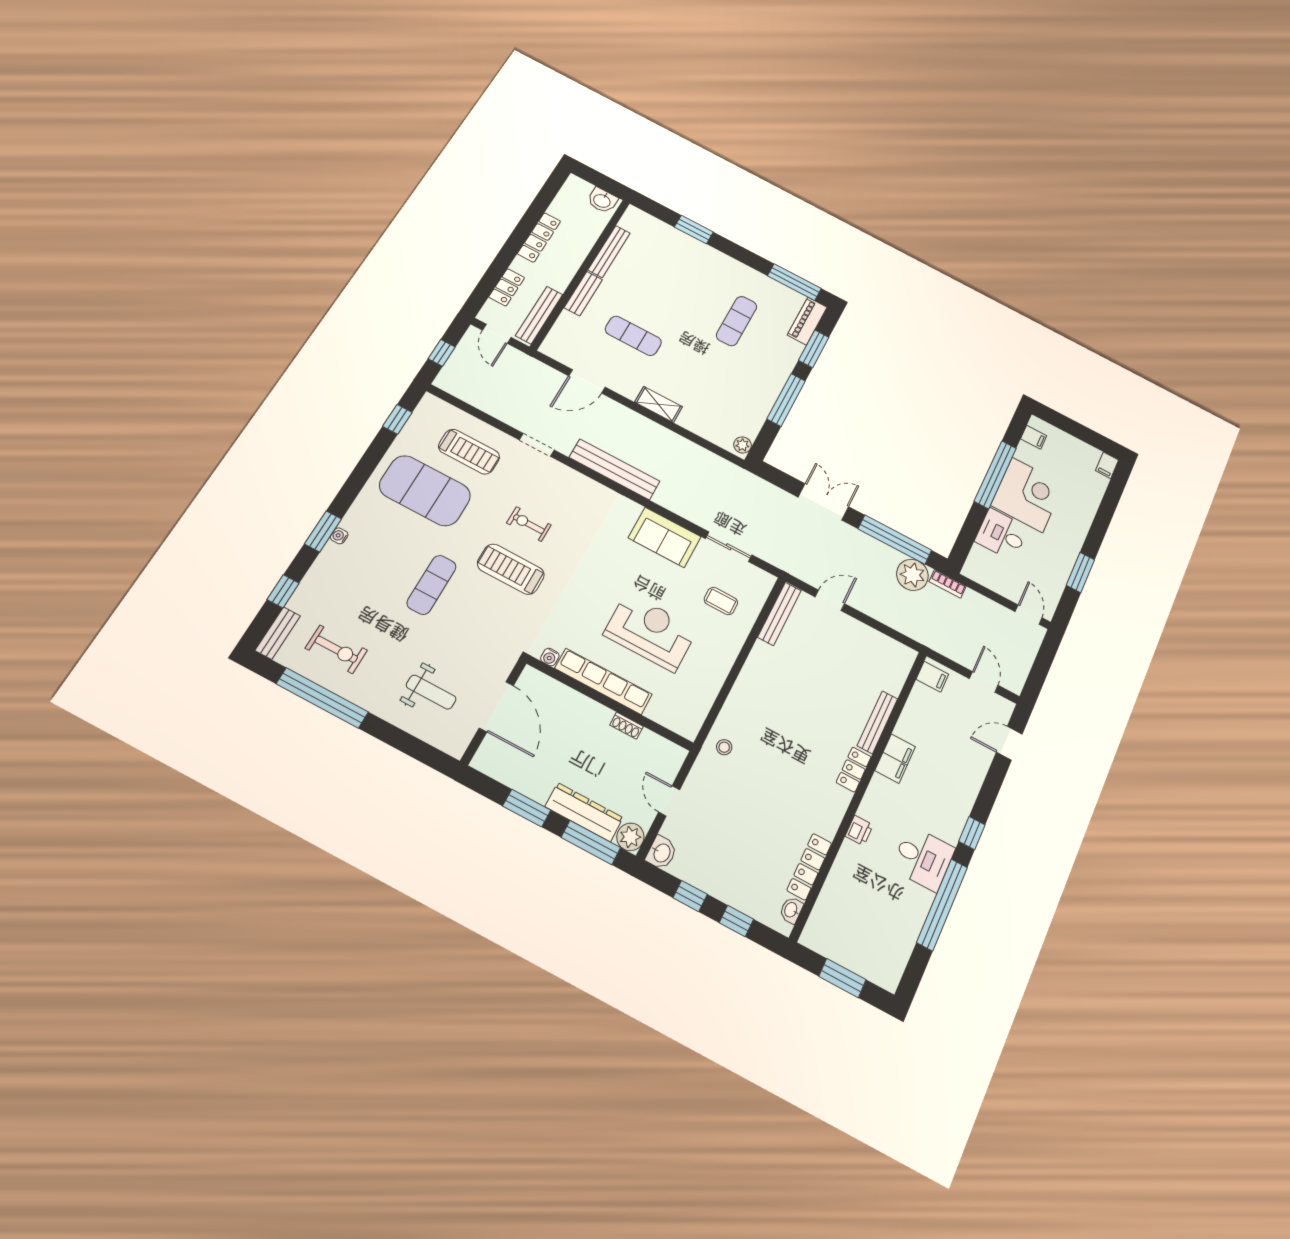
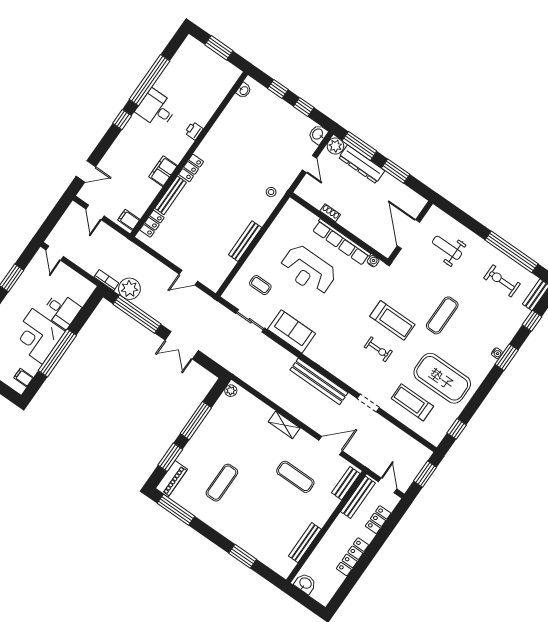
bench: (583, 294) -> (346, 483), moved
window: (442, 353) -> (425, 474), width x1.50
bench: (779, 614) -> (245, 241), moved
locker: (809, 867) -> (152, 224), moved, width x0.66

